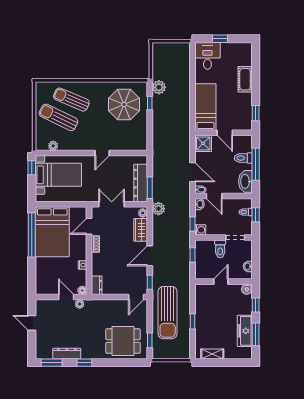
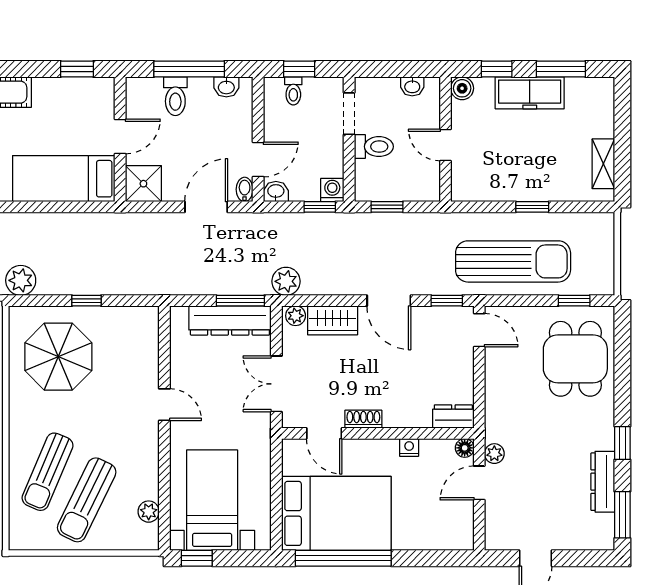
window: (150, 103) -> (86, 301), moved
washbasin: (245, 181) -> (226, 87), width x0.52, depth x0.69
freezer: (245, 331) -> (530, 93), moved

